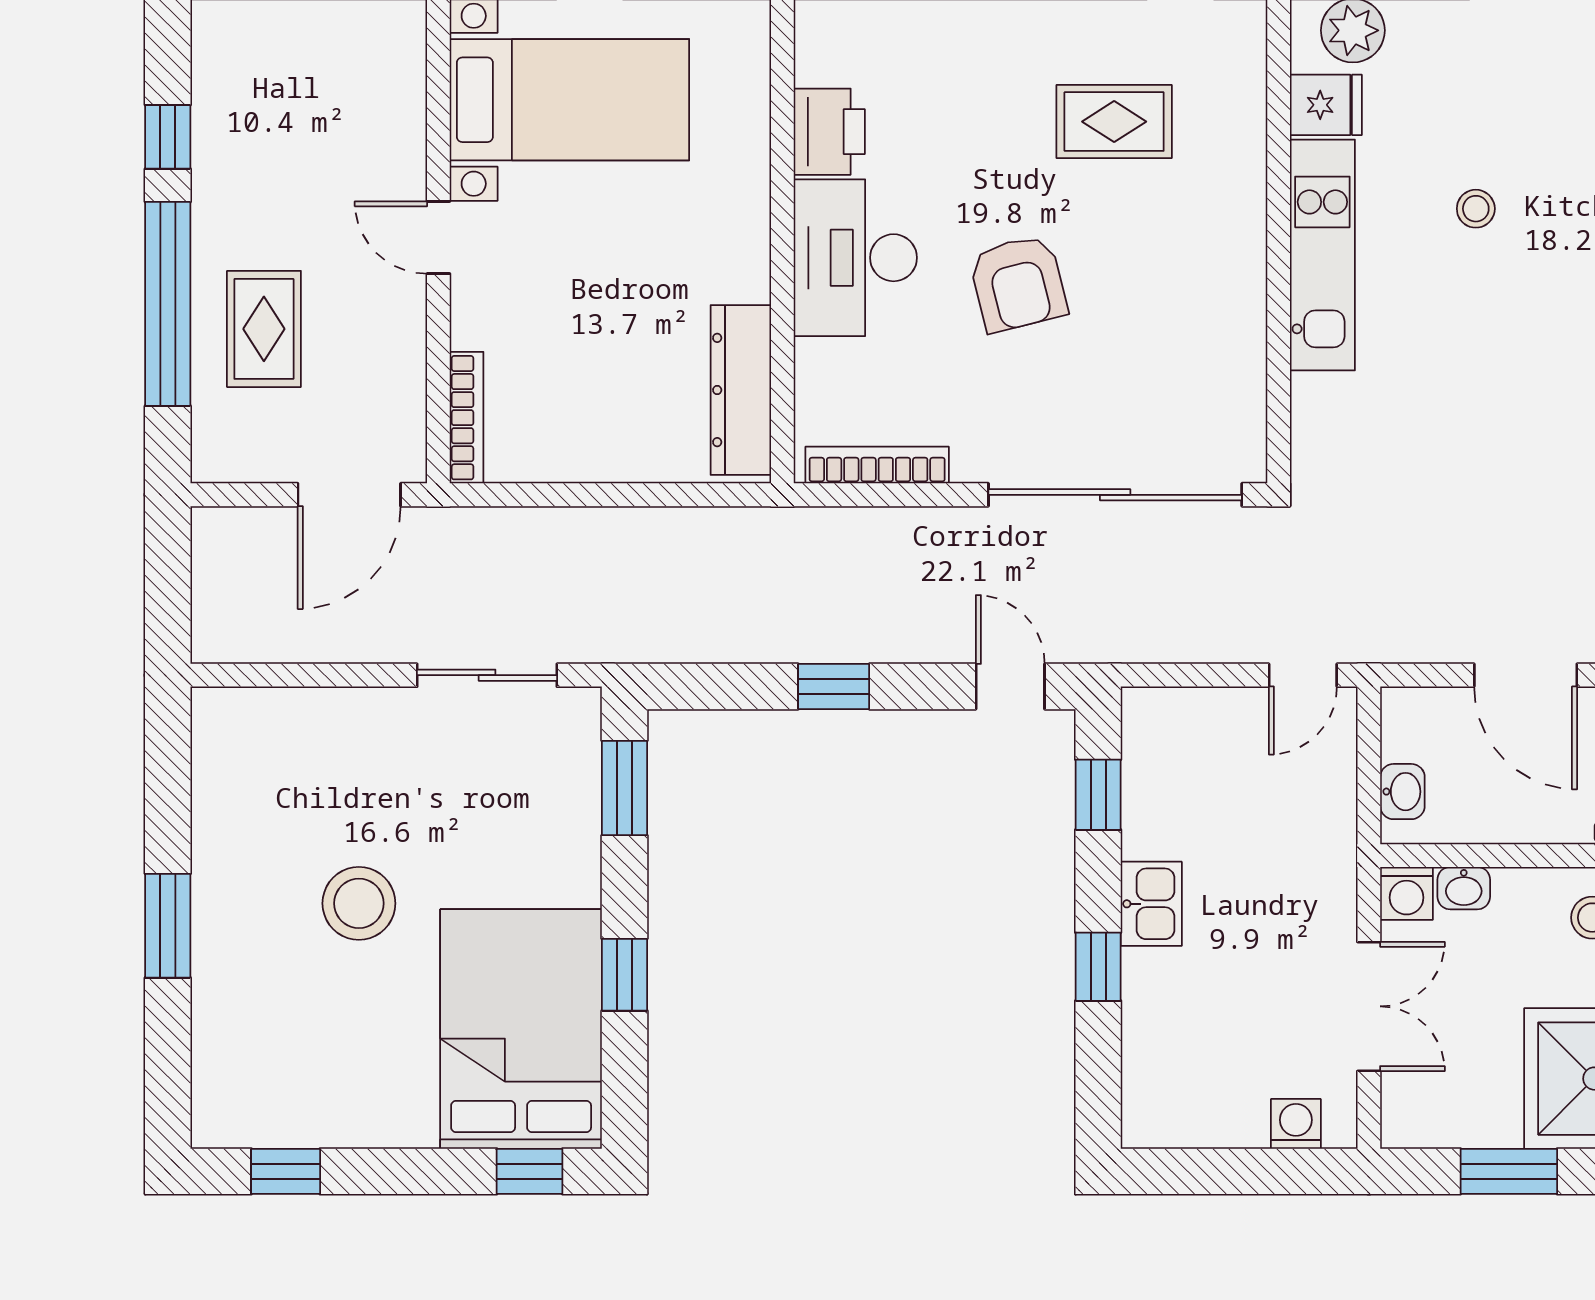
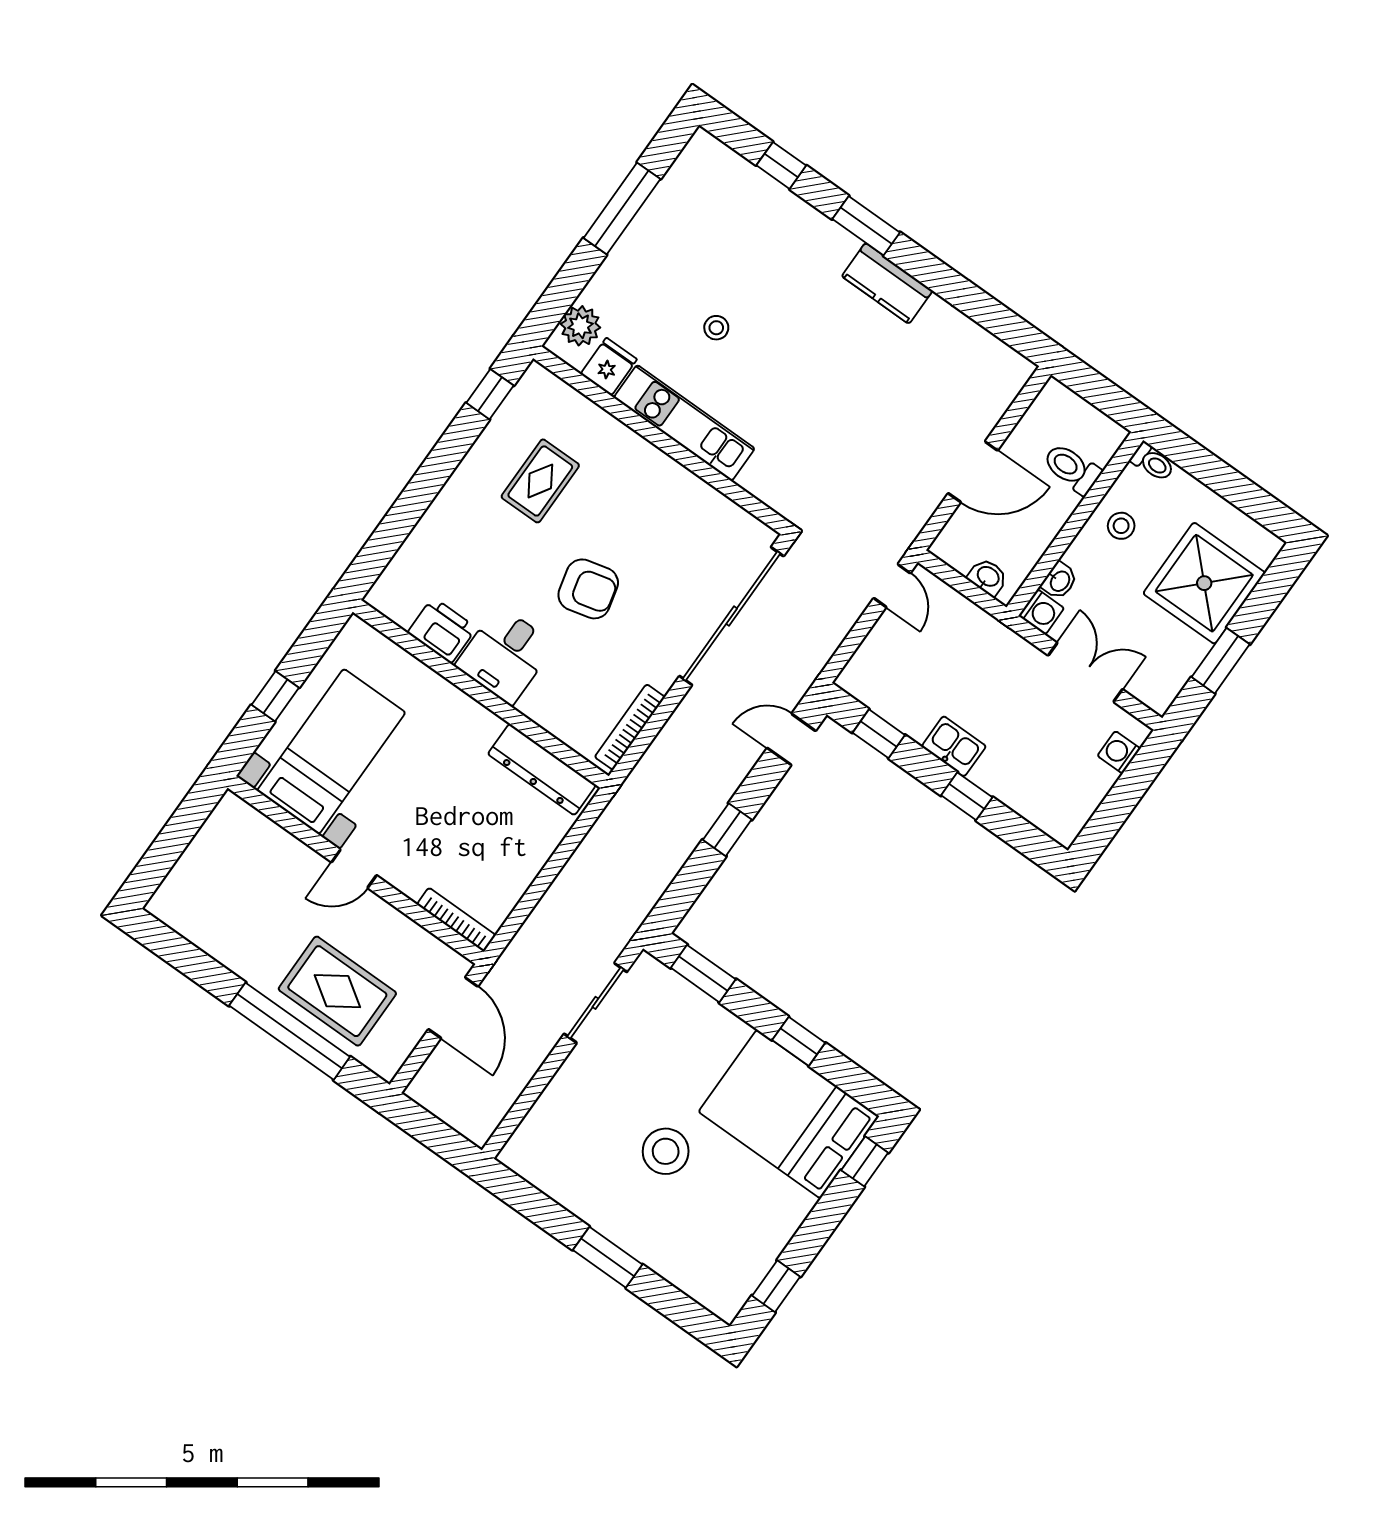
window: (168, 137) -> (204, 971), removed
desk: (855, 258) -> (505, 655), width x0.73
rug: (264, 329) -> (337, 991), width x1.36, depth x1.43

